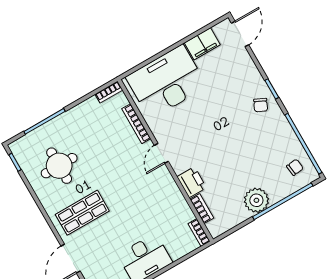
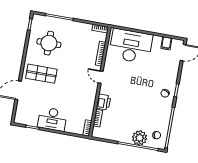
filing cabinet: (202, 44) -> (166, 43), width x0.50
door: (161, 153) -> (101, 77), hinge flipped
plant: (256, 200) -> (140, 138), moved

